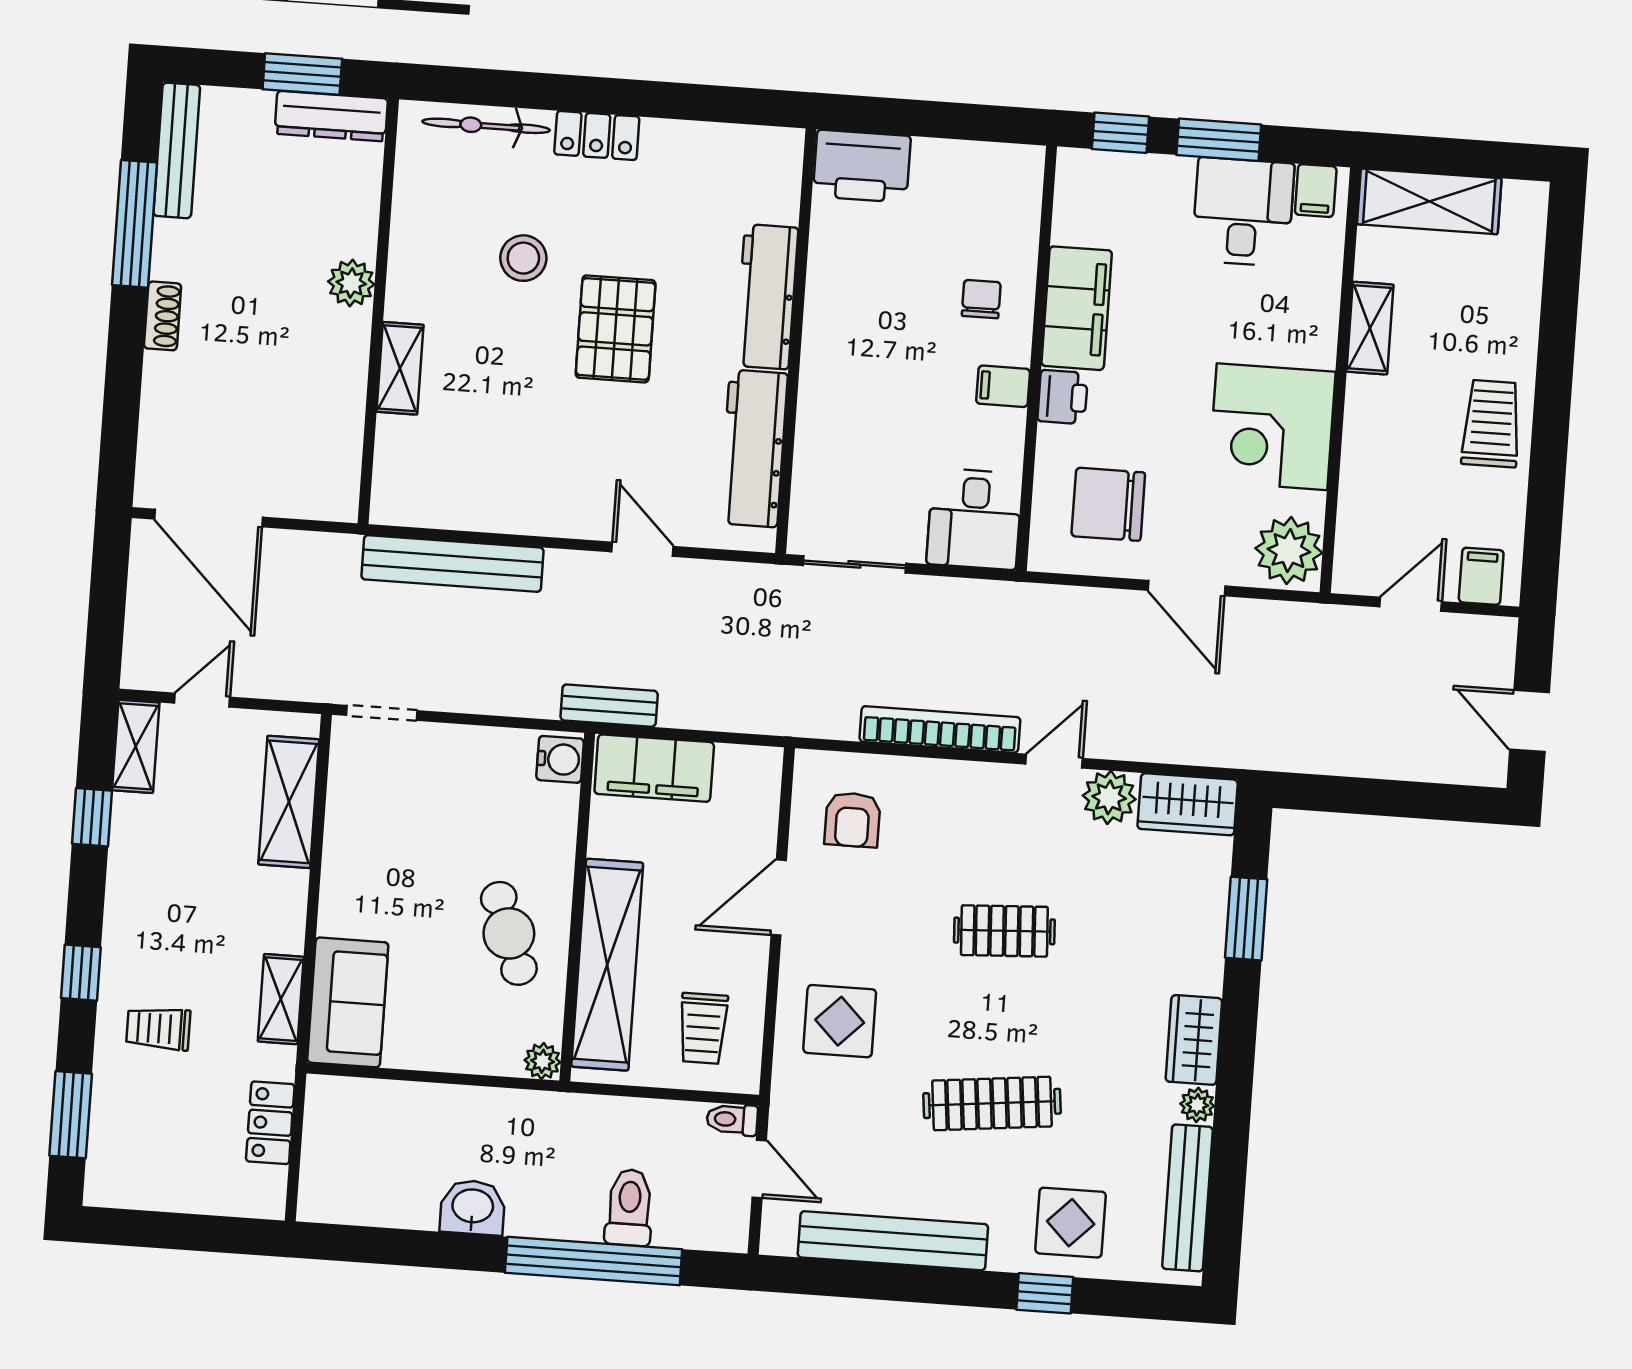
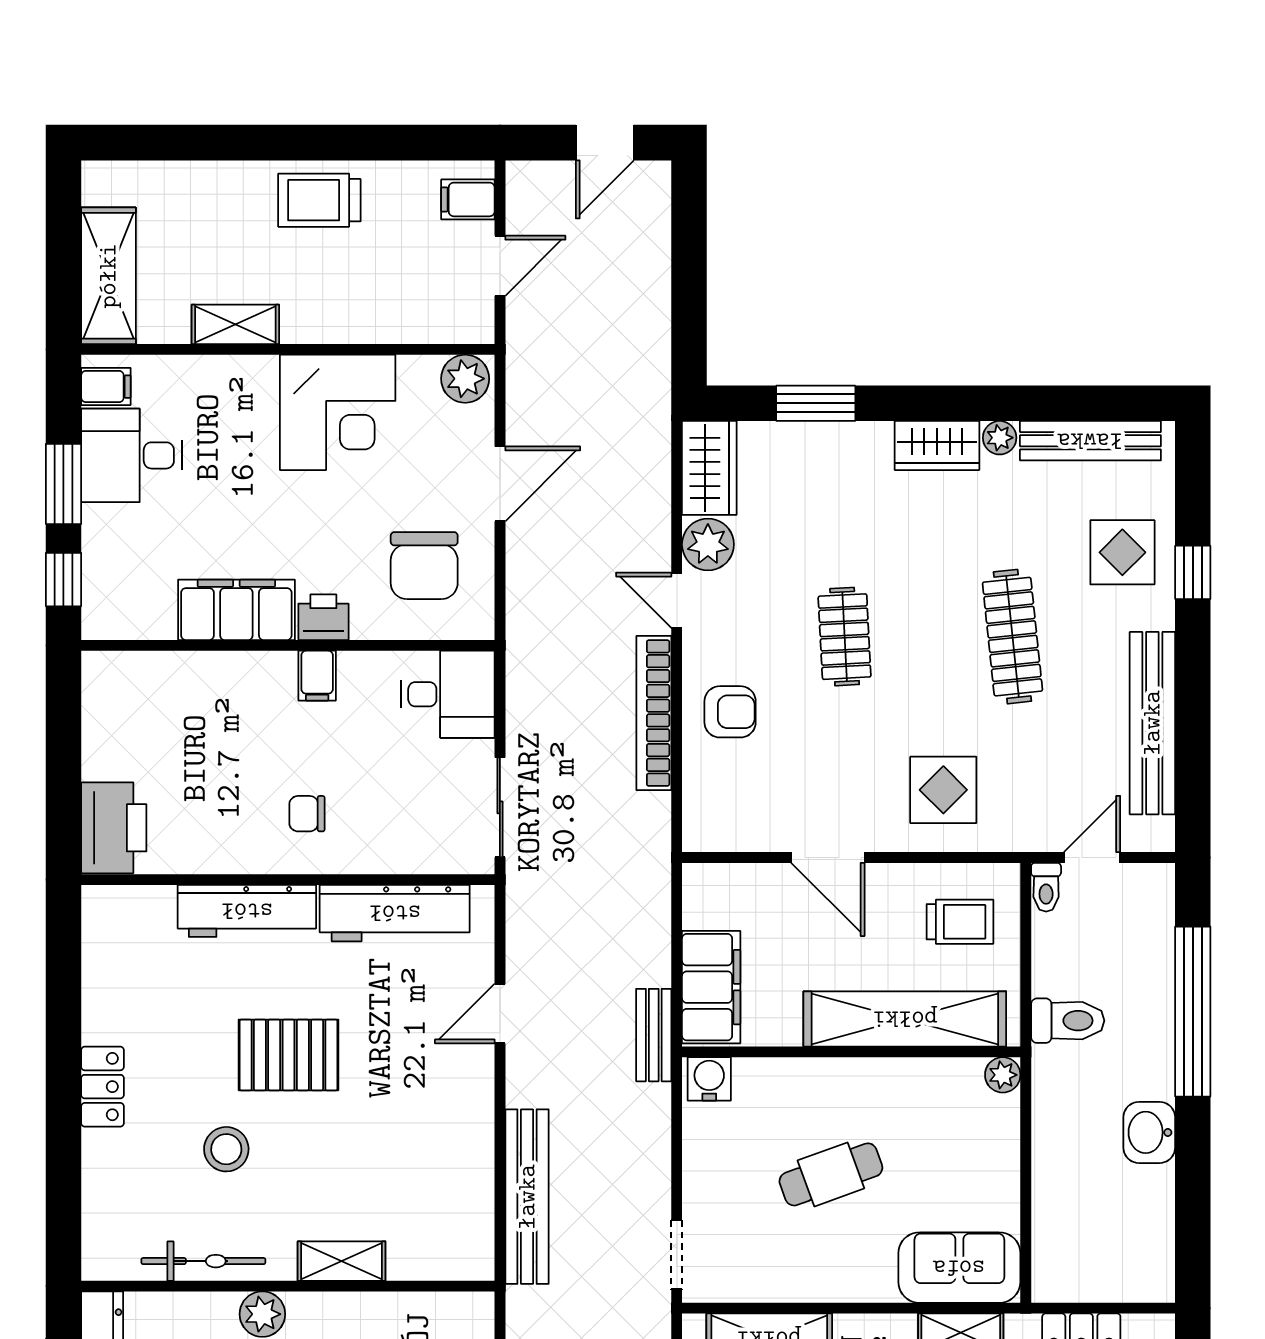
bicycle: (486, 126) -> (203, 1261), moved, turned -90
chair: (981, 299) -> (307, 814), moved
plant: (1289, 551) -> (465, 379), width x0.73, depth x0.73
door: (1411, 604) -> (500, 266), swing flipped
armchair: (852, 820) -> (730, 712), moved
cafe table: (509, 933) -> (831, 1174), moved
toilet: (629, 1207) -> (1068, 1021), moved, turned 180

